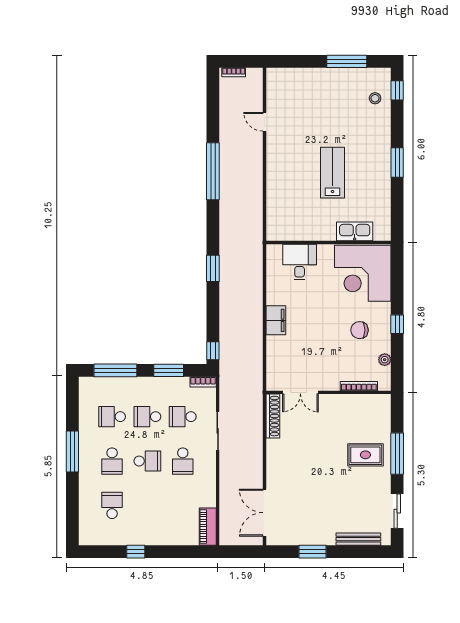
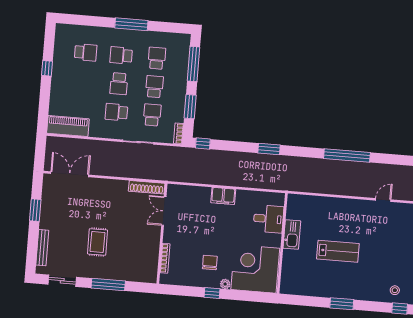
kitchen sink: (355, 231) -> (292, 235), moved
plant: (385, 360) -> (225, 284), moved
rug: (365, 455) -> (97, 242), moved
piano: (208, 527) -> (68, 126), width x1.37, depth x1.33

